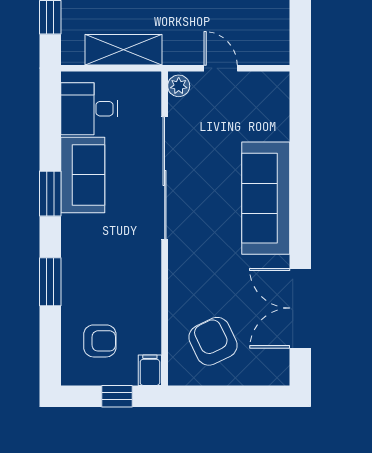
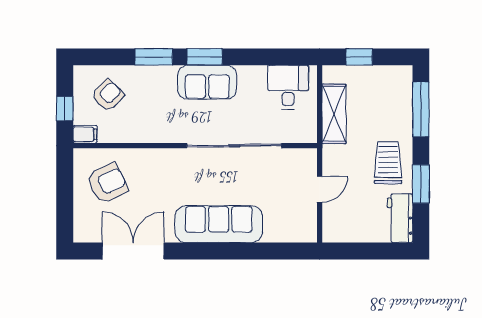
plant: (179, 86) -> (306, 157), removed
sofa: (83, 175) -> (207, 82), moved
window: (50, 194) -> (205, 57), moved
armchair: (100, 341) -> (108, 95), turned -136

